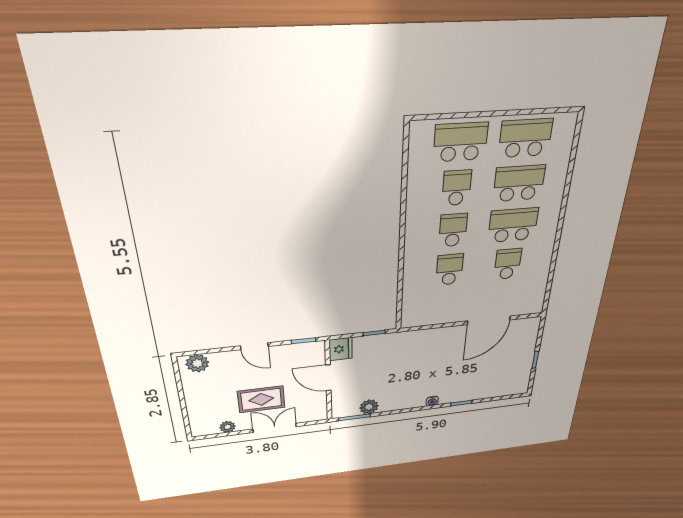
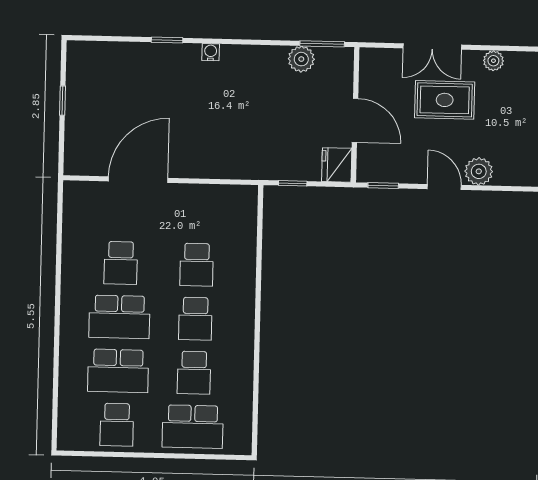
school desk: (525, 138) -> (117, 425), width x0.54
plant: (197, 363) -> (479, 171), moved

